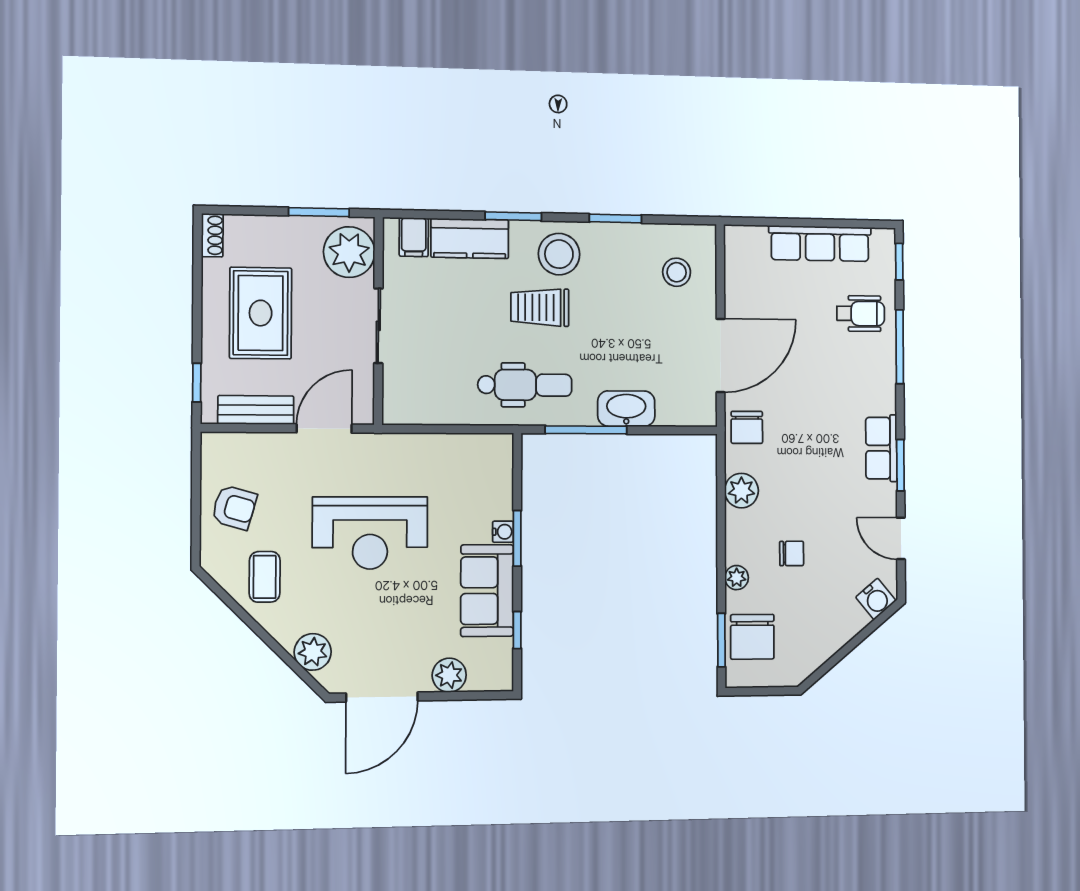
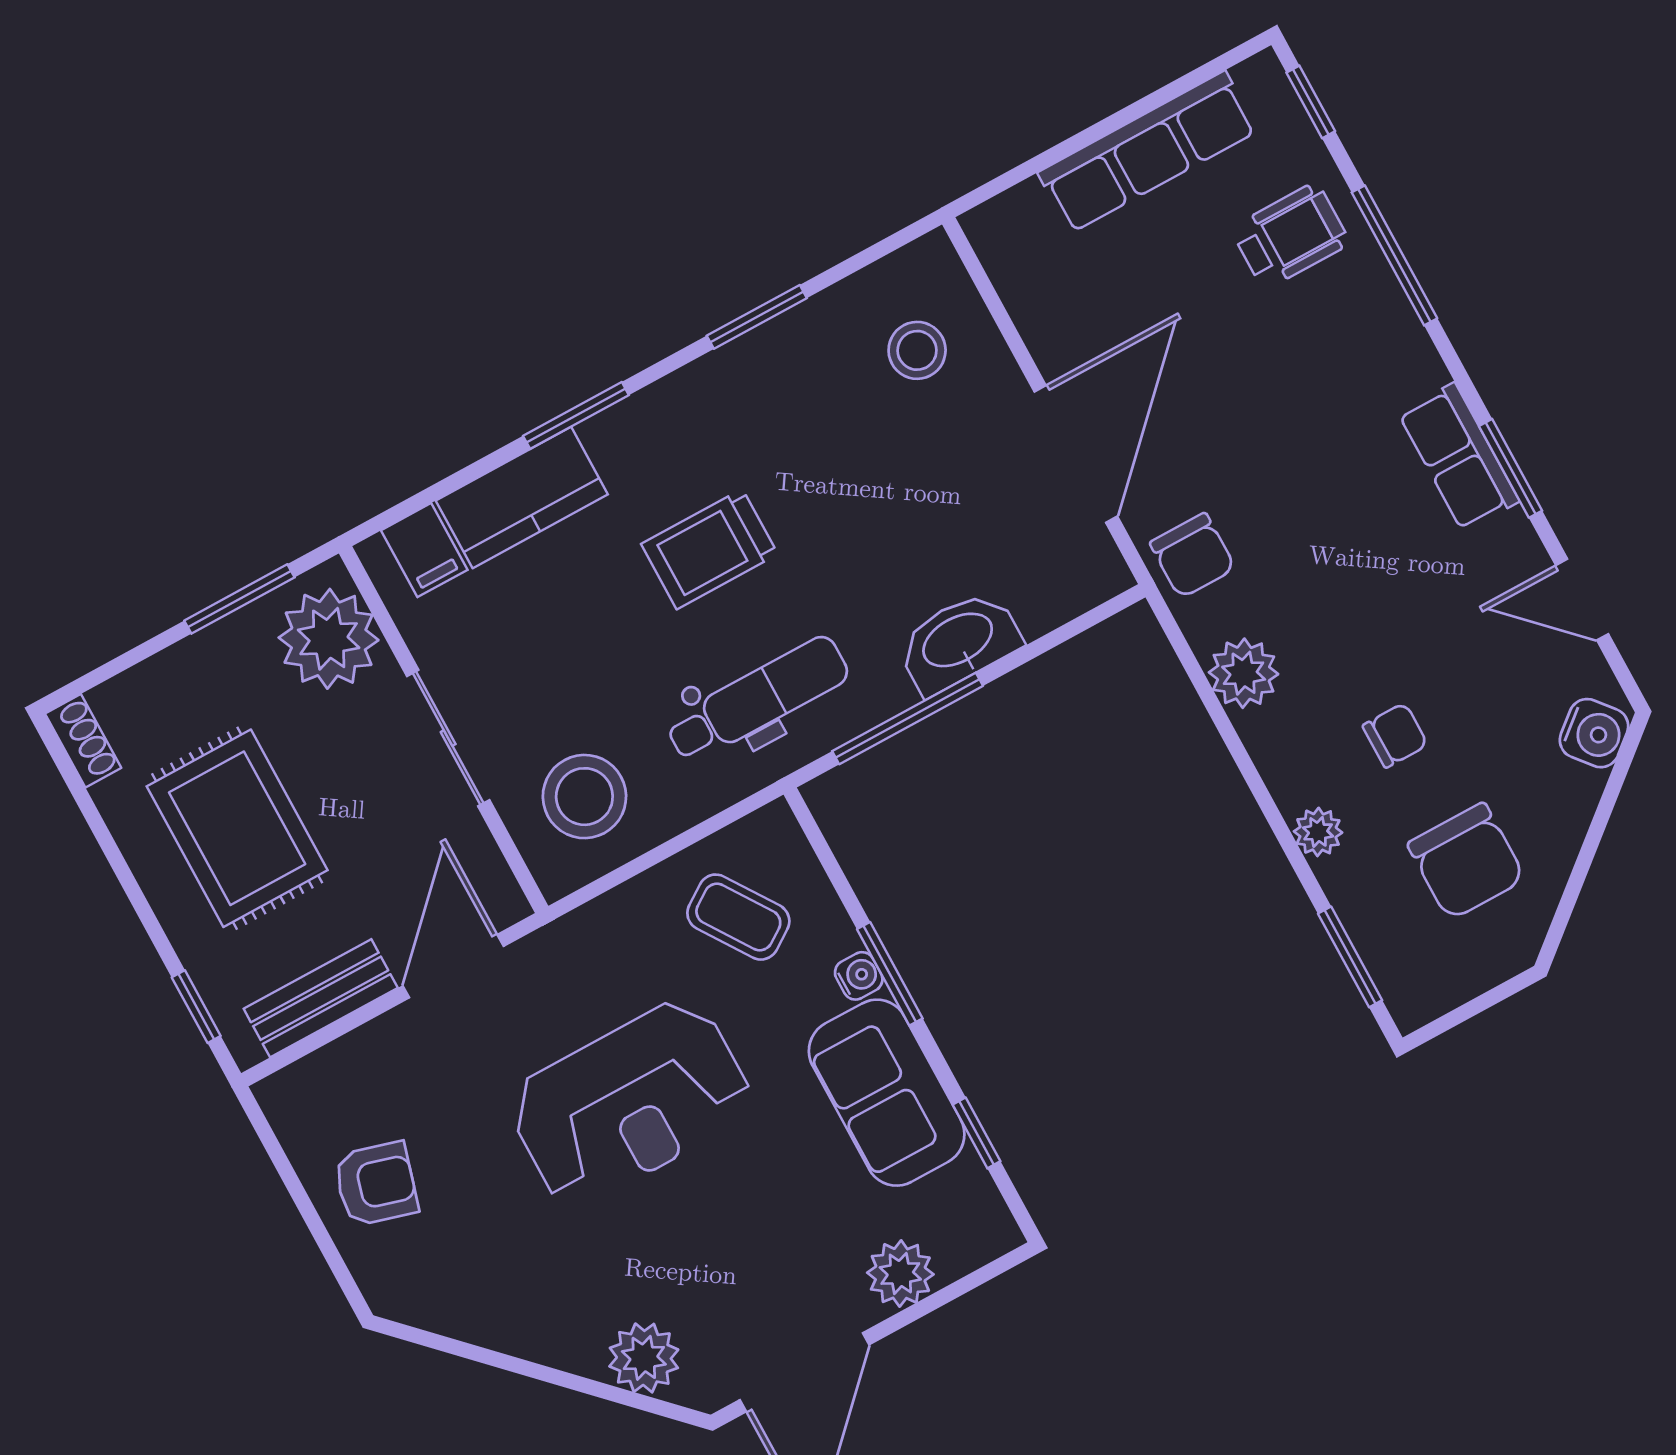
stool: (559, 254) -> (584, 797), moved
coffee table: (265, 577) -> (738, 917), moved, turned -34
chair: (752, 637) -> (1466, 861), moved

